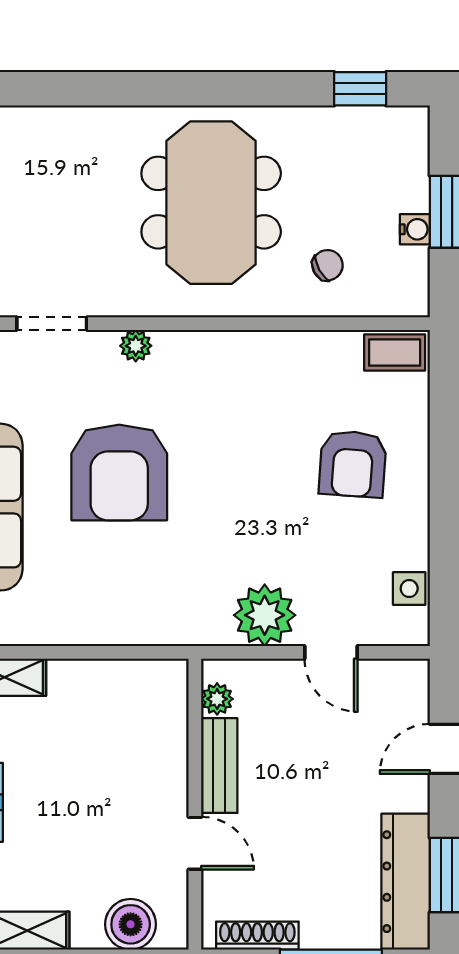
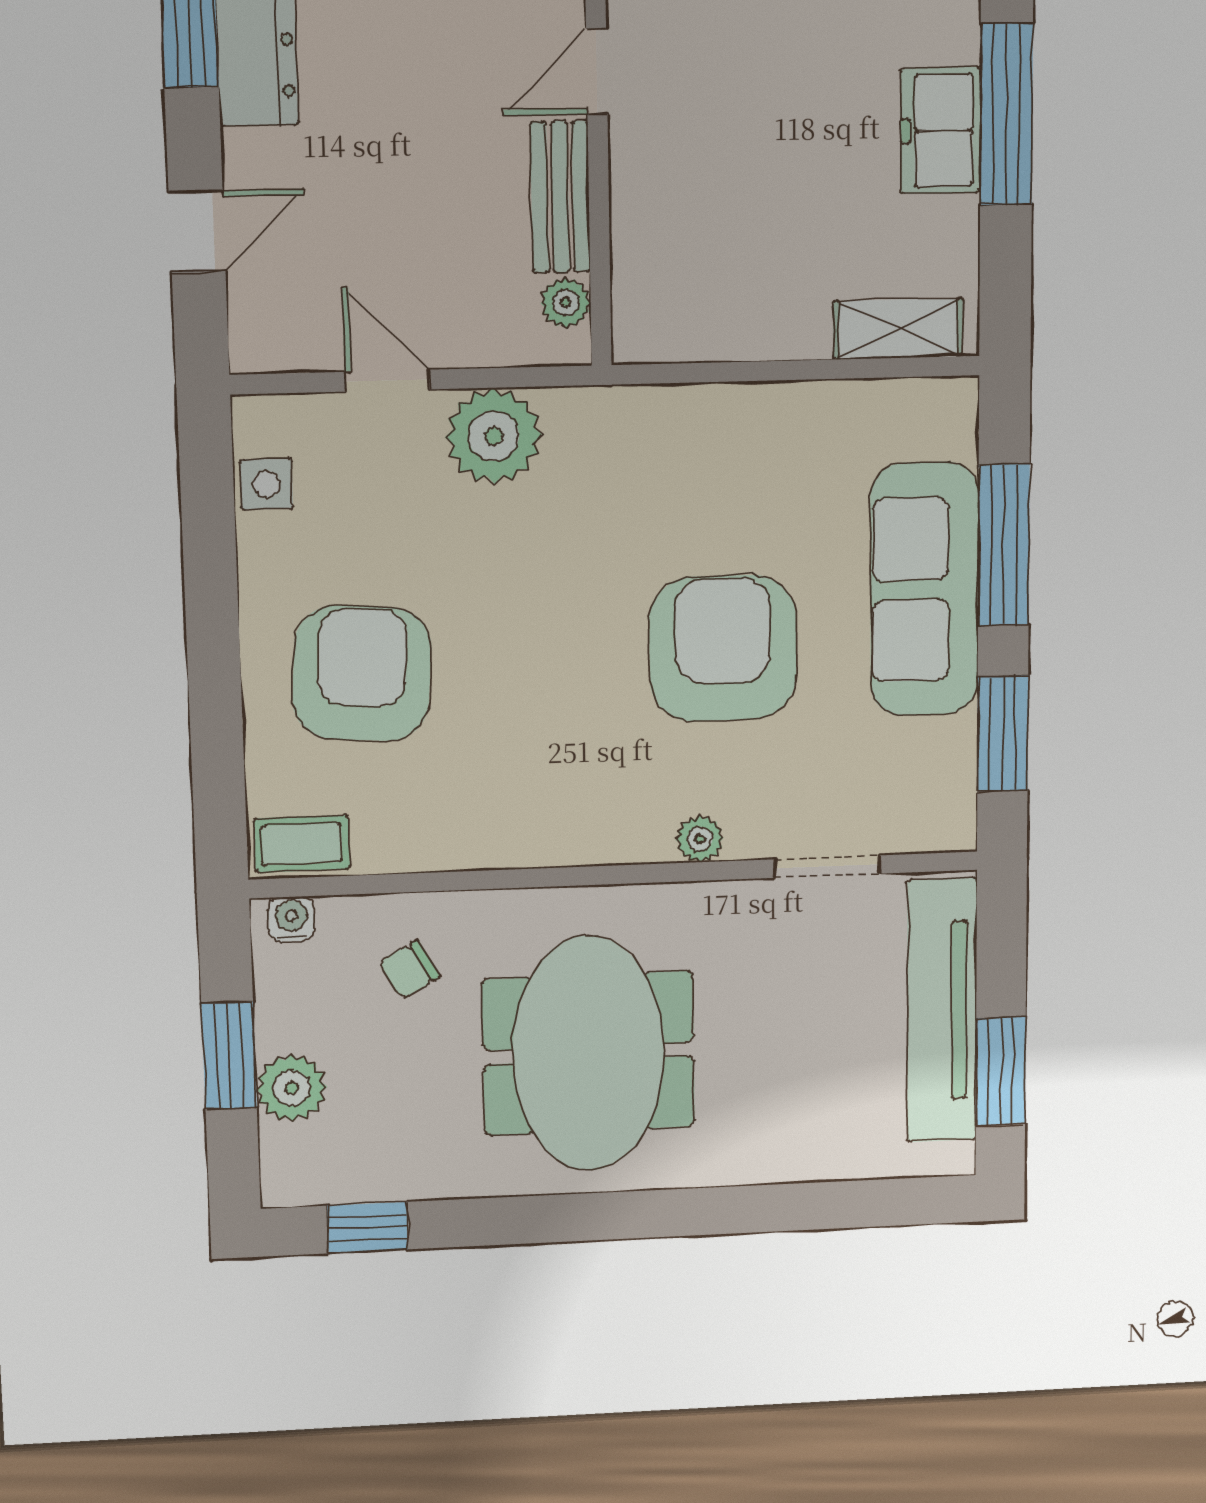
plant: (407, 188) -> (292, 1088), added
water cooler: (415, 229) -> (291, 919), moved, turned 90
armchair: (353, 464) -> (362, 673), width x1.36, depth x1.36
door: (195, 843) -> (597, 71), hinge flipped

